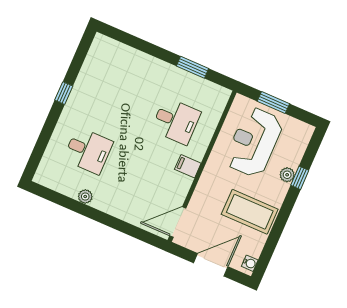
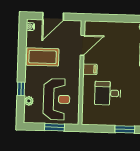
window: (192, 67) -> (125, 129), moved
plant: (287, 175) -> (29, 101), moved
door: (178, 222) -> (82, 45), moved

